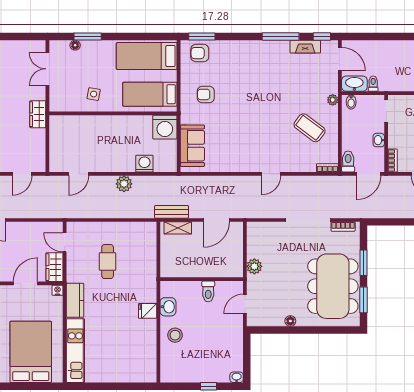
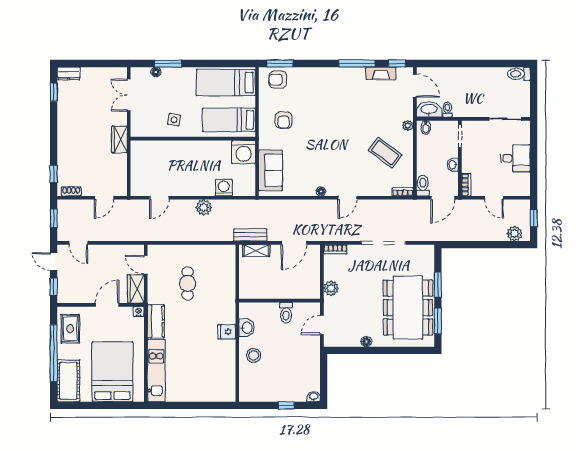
armchair: (206, 94) -> (284, 120), turned -90
floor lamp: (244, 167) -> (321, 191), added
bookcase: (343, 227) -> (335, 249), moved

